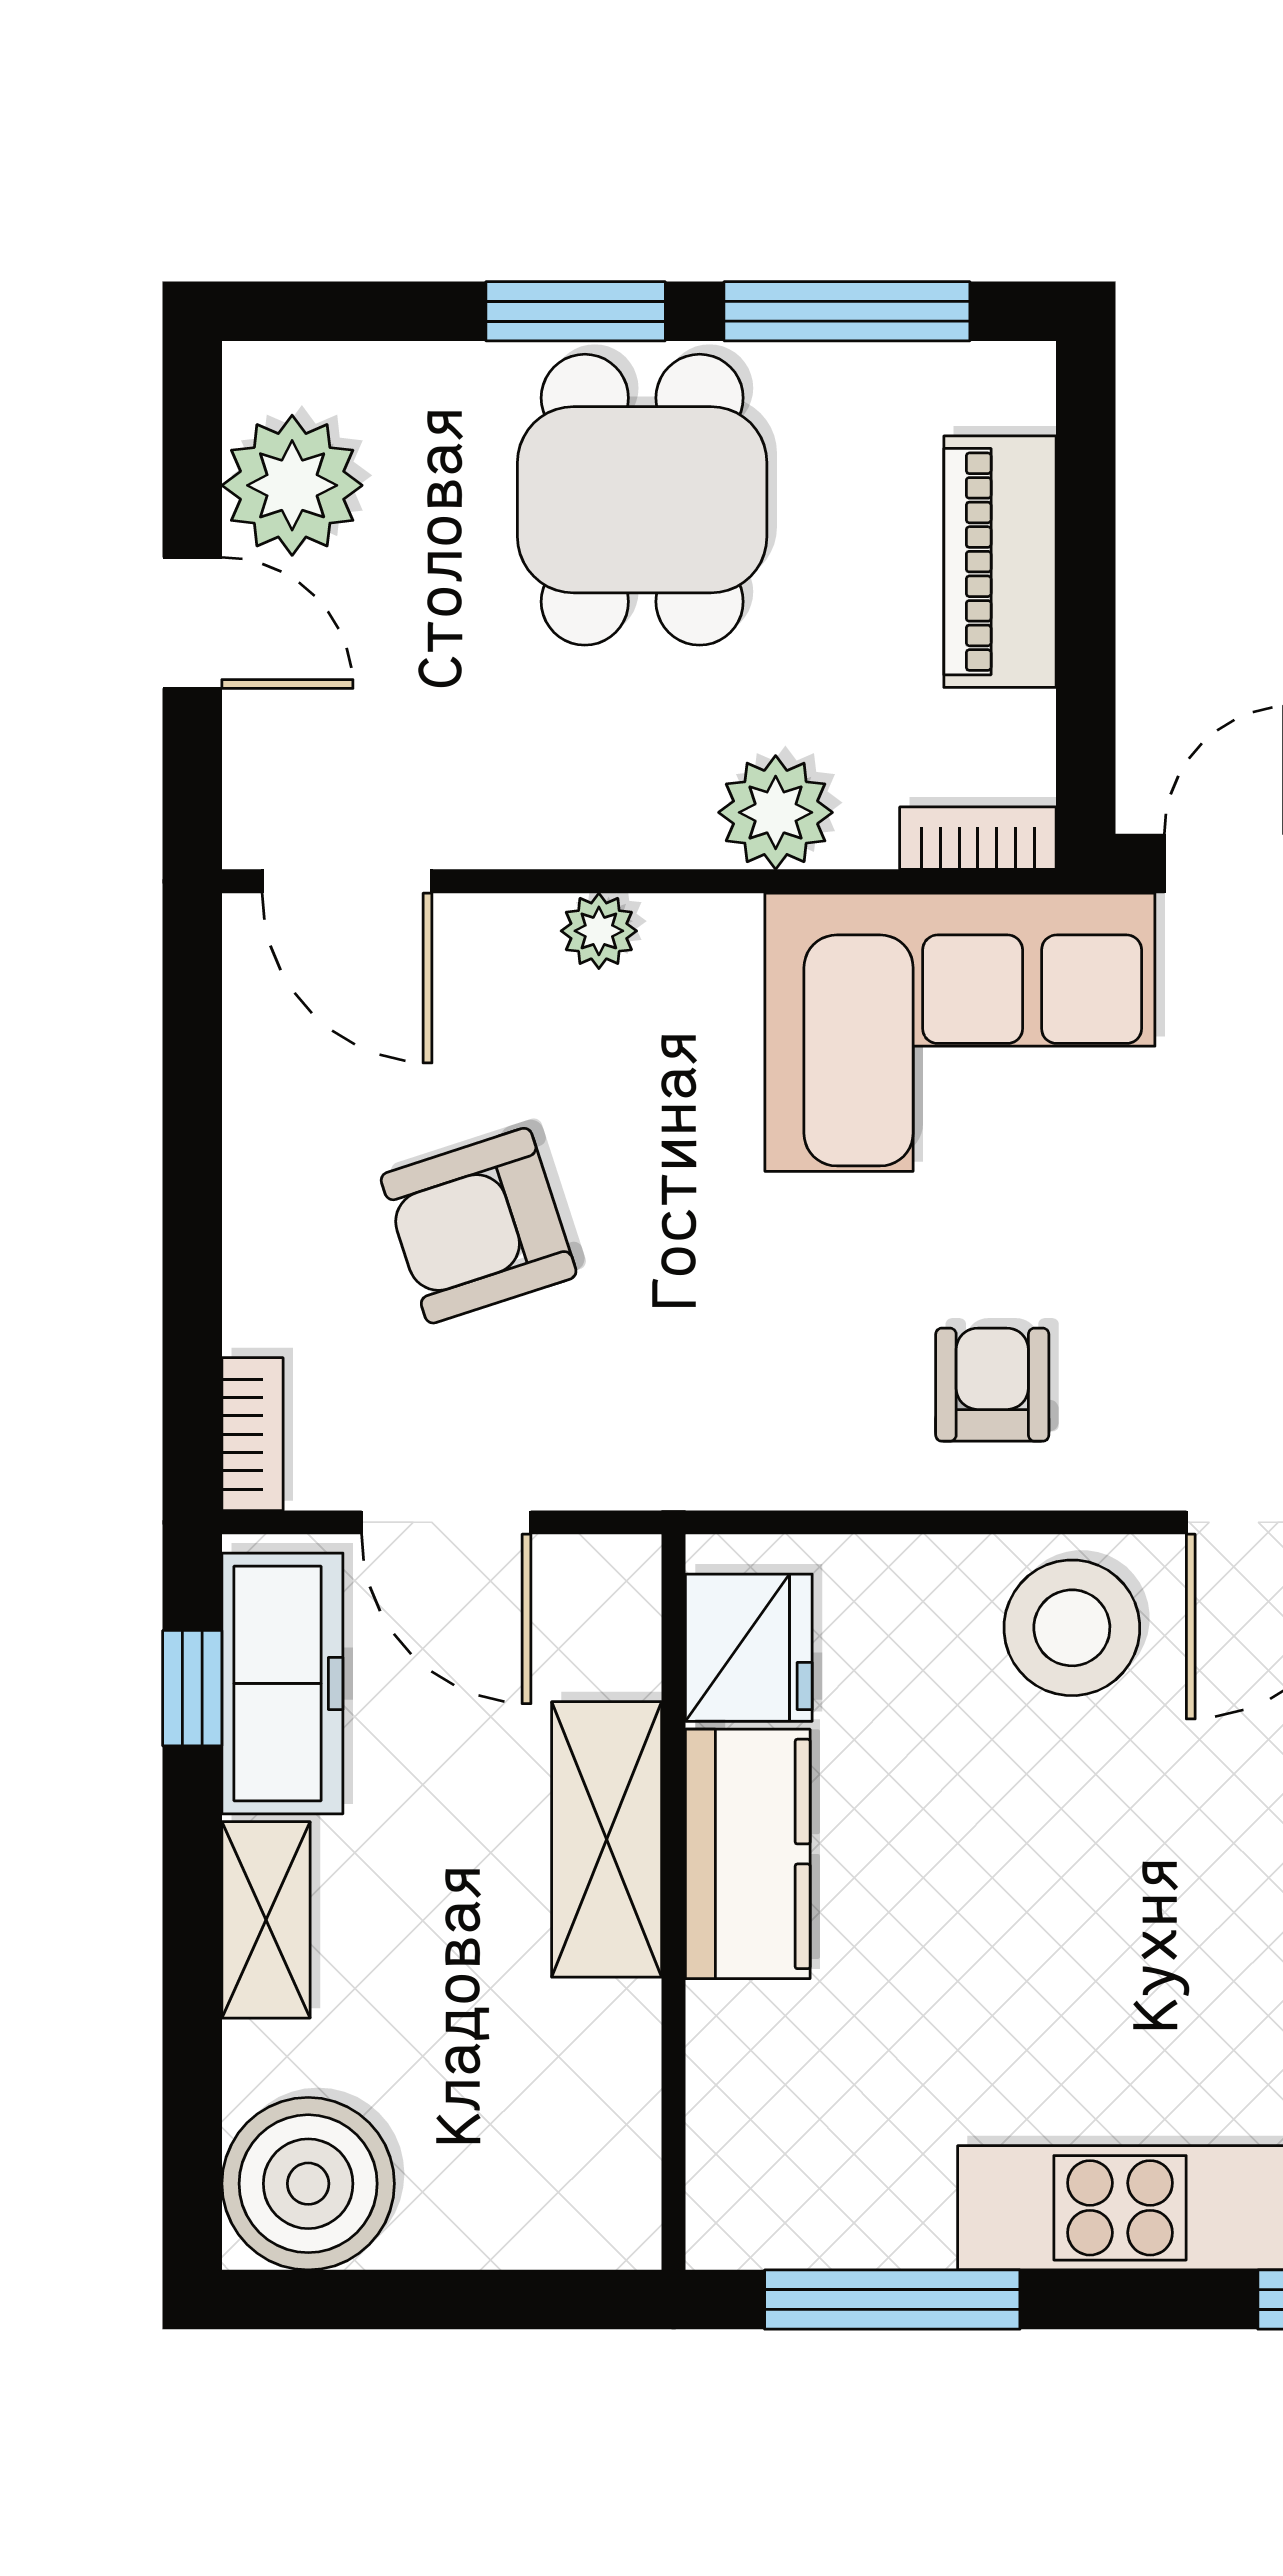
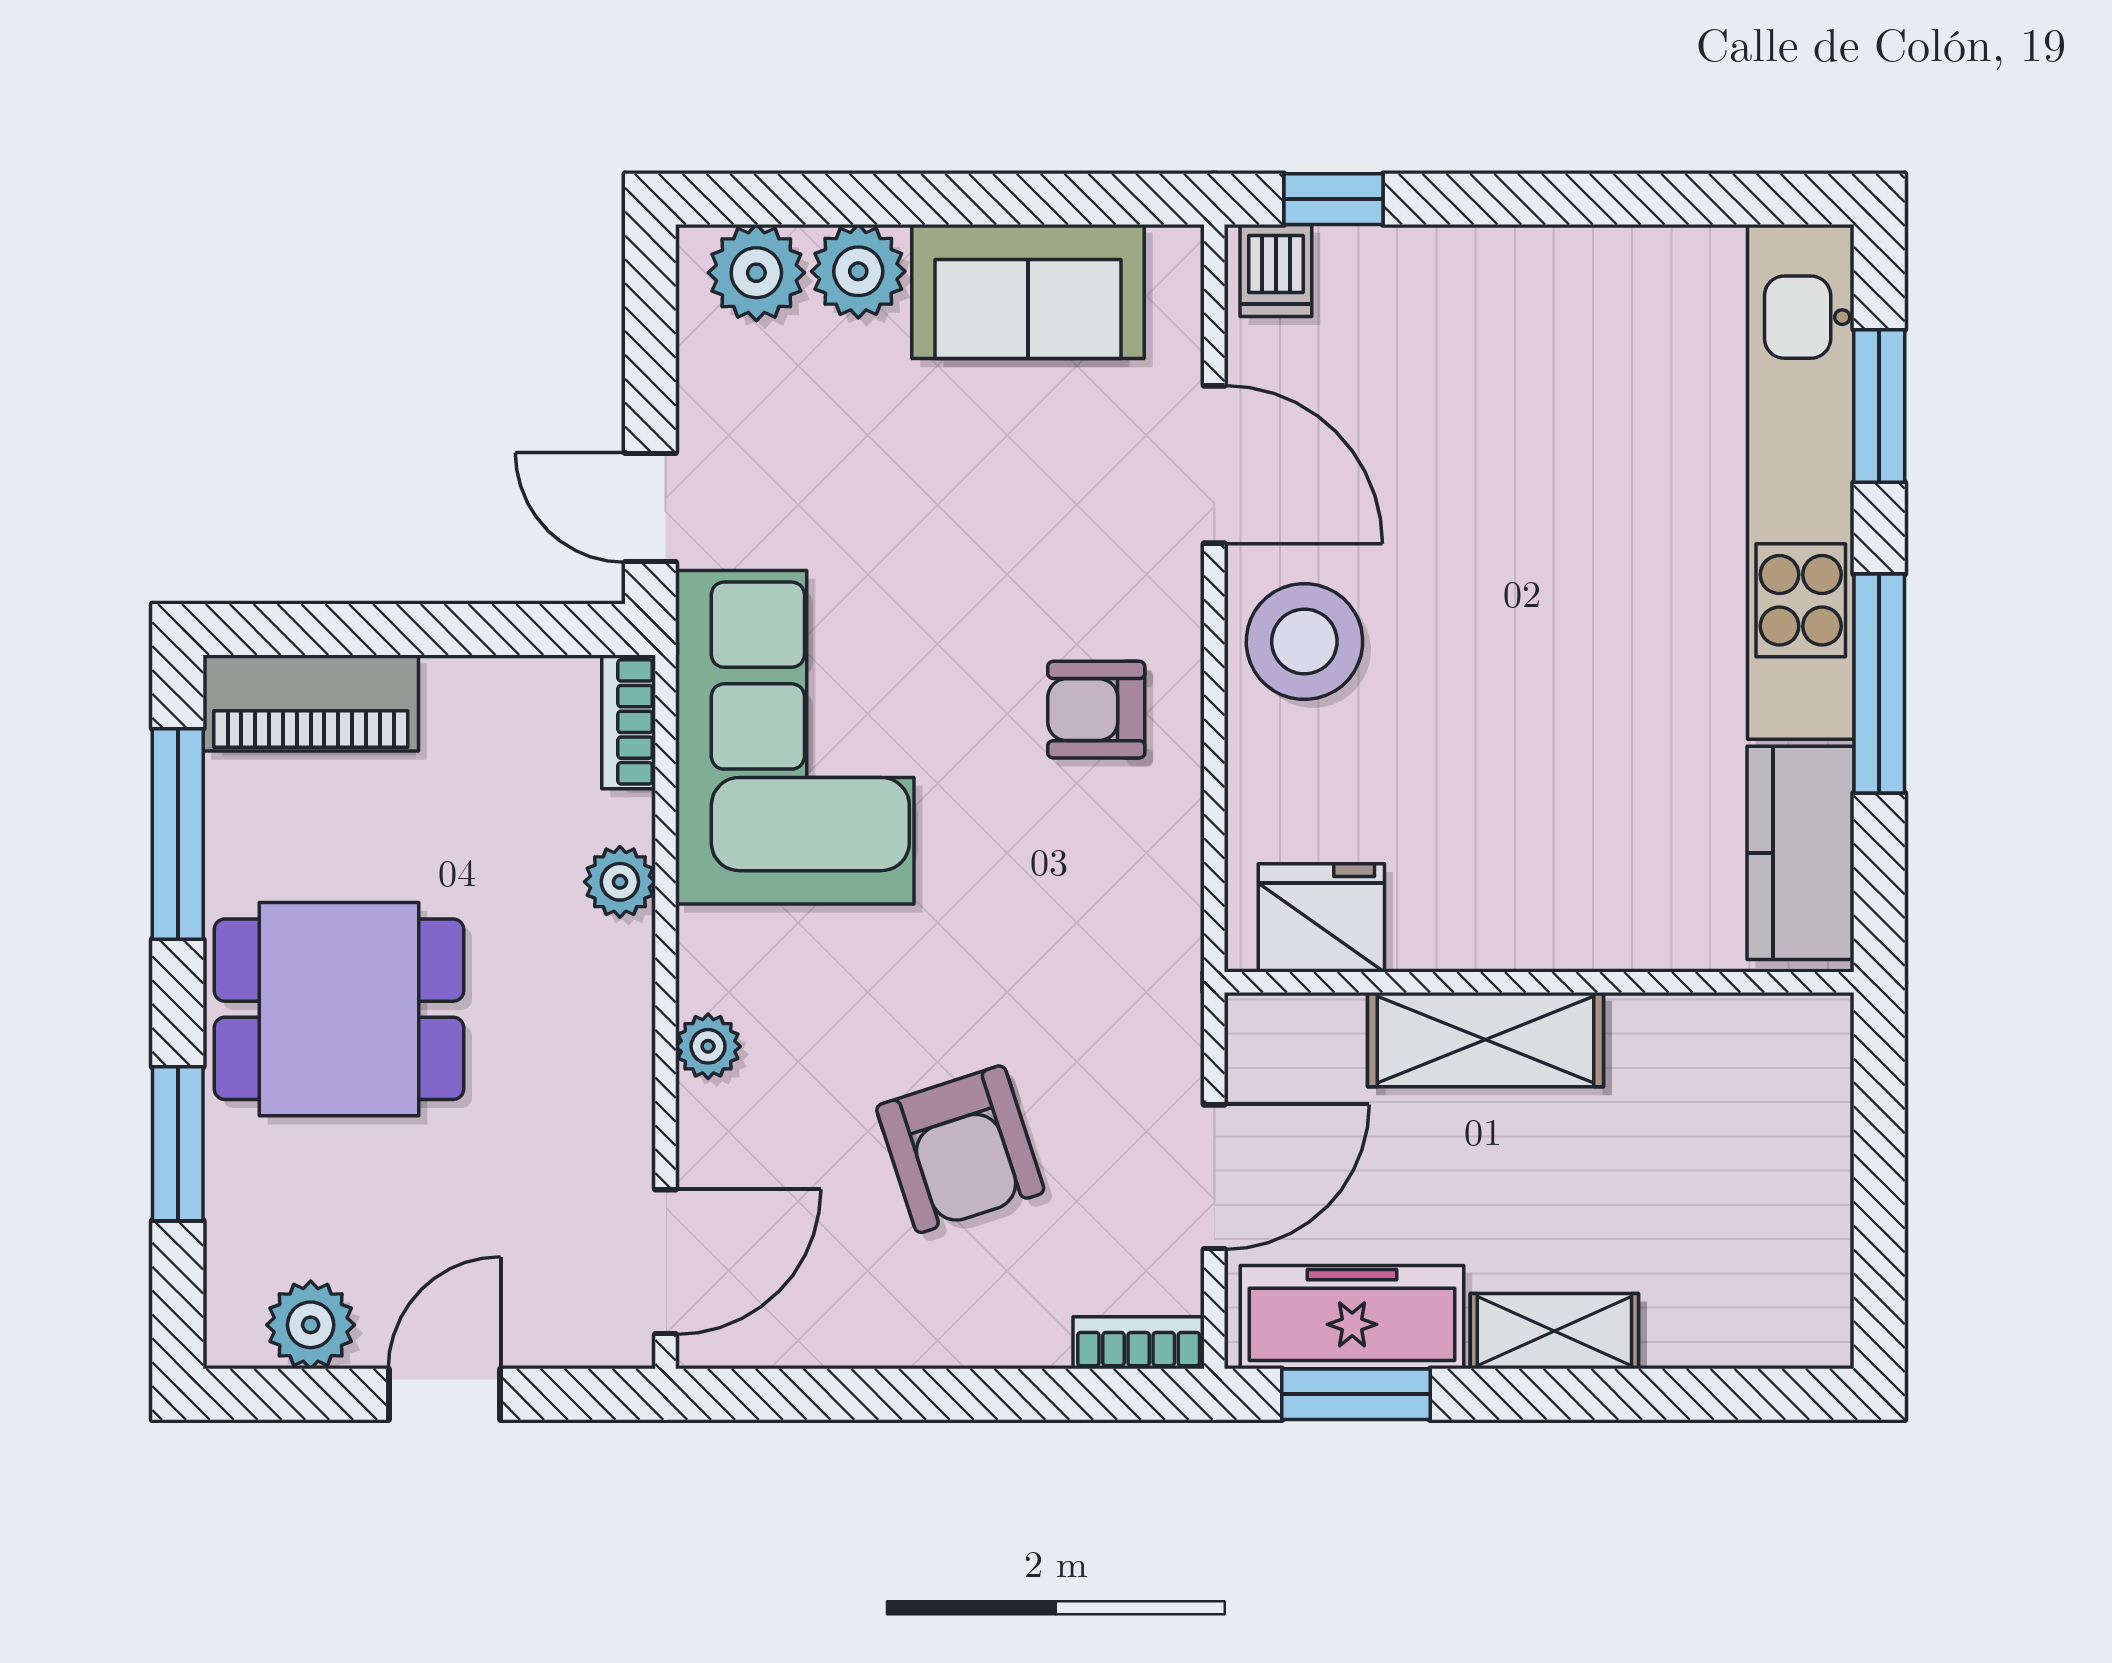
window: (576, 311) -> (178, 1144), moved
plant: (292, 485) -> (311, 1325), width x0.73, depth x0.73
piano: (1000, 562) -> (311, 703), moved
plant: (776, 812) -> (620, 882), width x0.73, depth x0.73
window: (192, 1688) -> (1356, 1394), width x1.50
kitchen counter: (748, 1854) -> (1801, 853), moved, turned -90
boiler: (308, 2184) -> (1780, 1295), removed
window: (892, 2300) -> (1879, 683), moved

